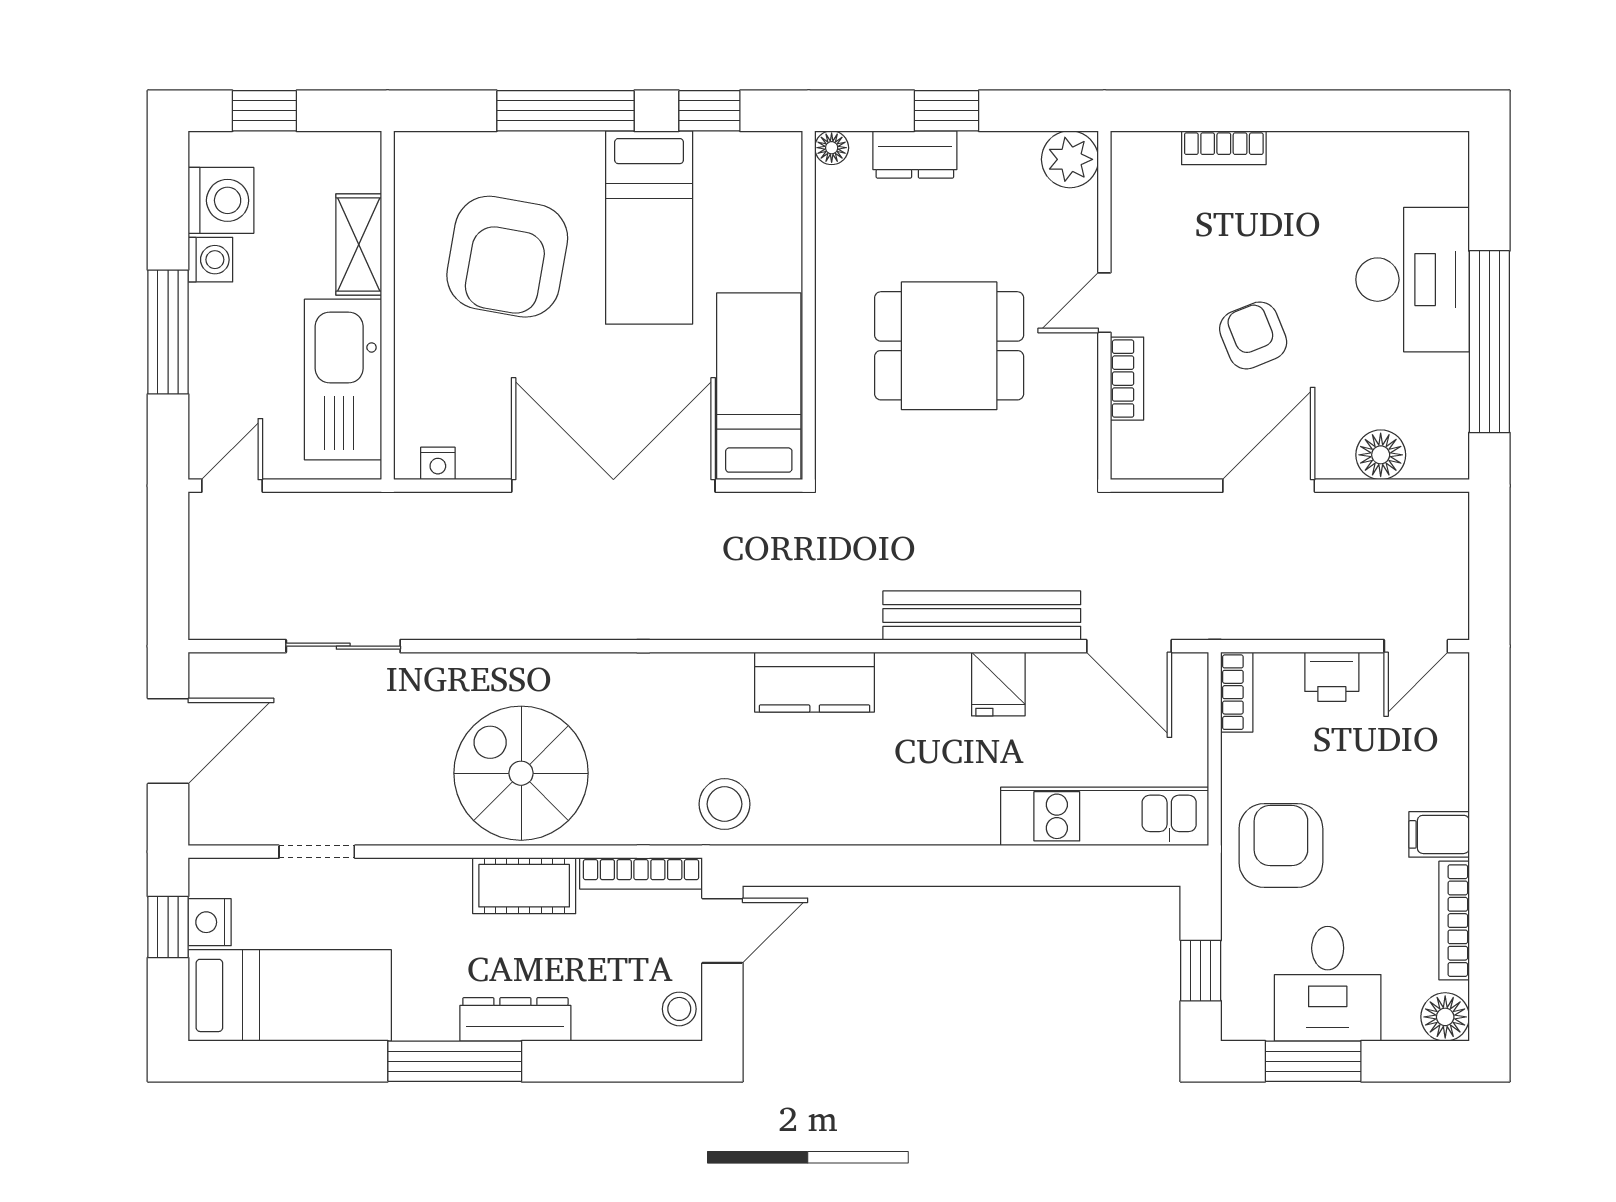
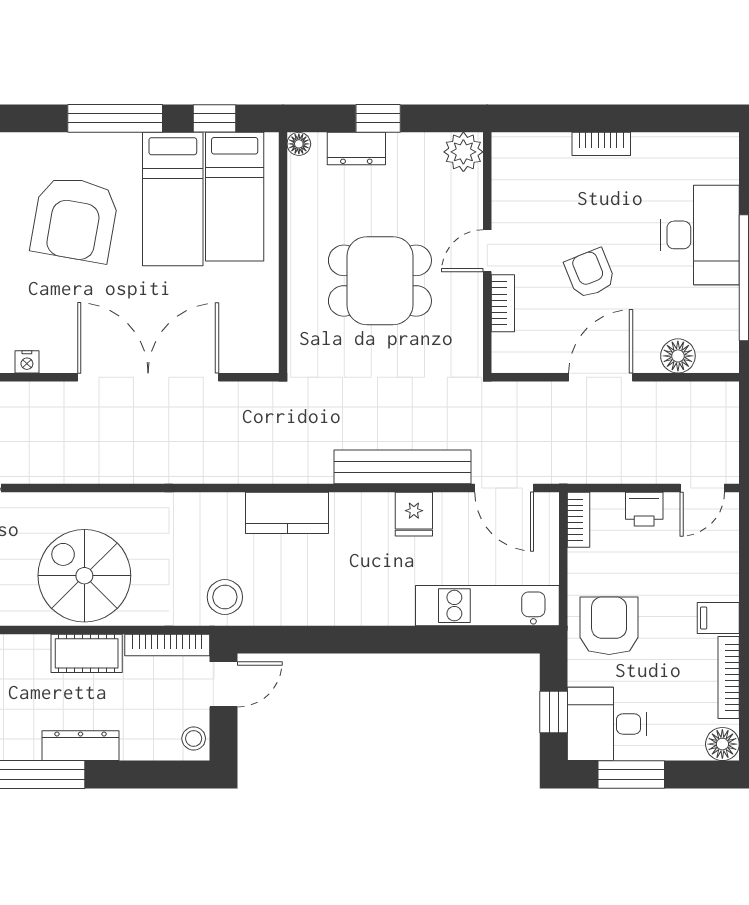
bookcase: (1224, 148) -> (601, 144), moved
bed: (759, 386) -> (235, 197), moved, turned 180
desk: (1328, 984) -> (607, 724), moved, turned 90

